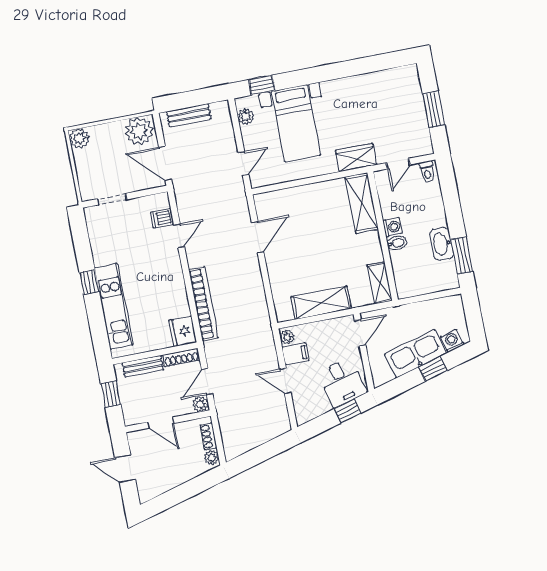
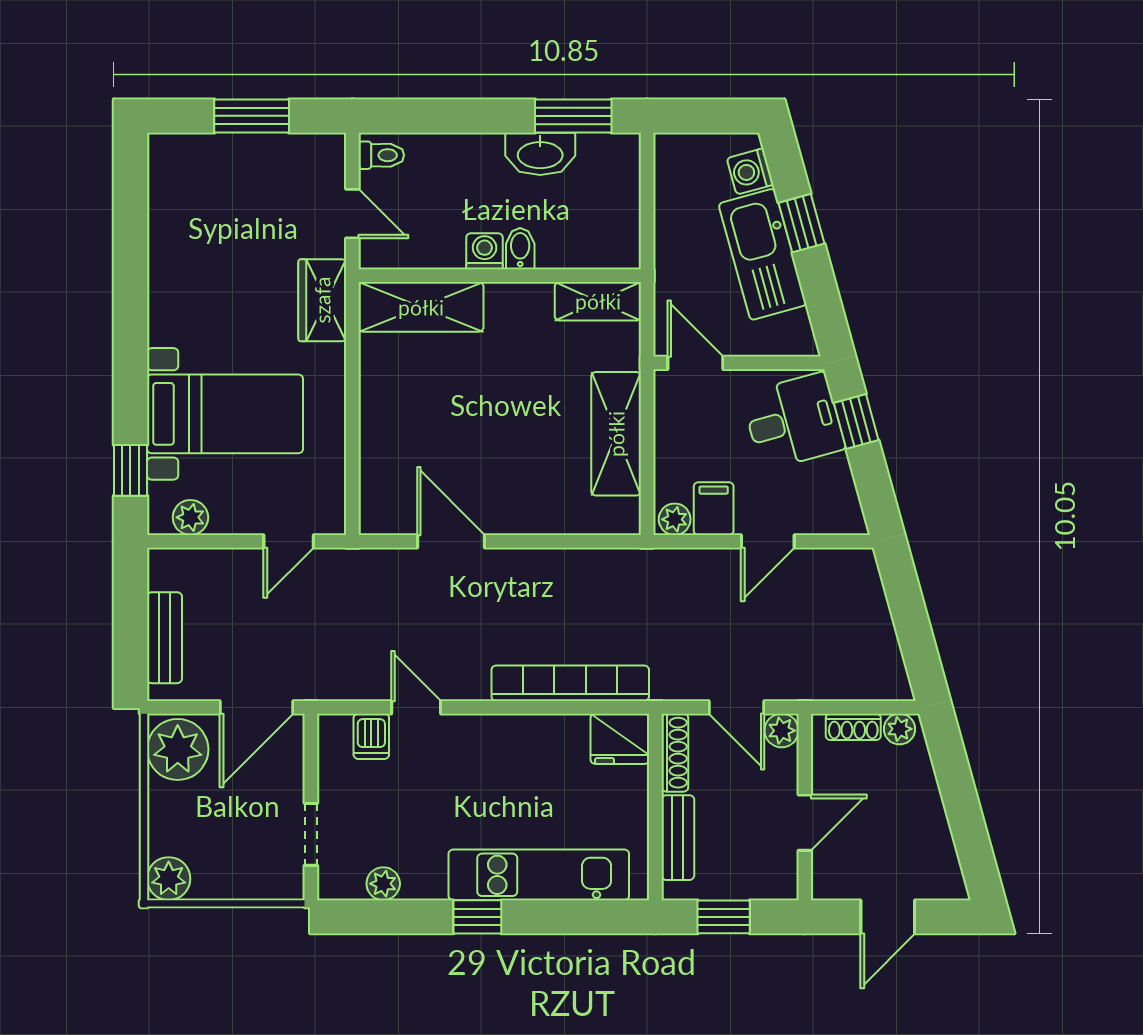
door: (243, 163) -> (289, 541), swing flipped
plant: (96, 236) -> (383, 884), added

